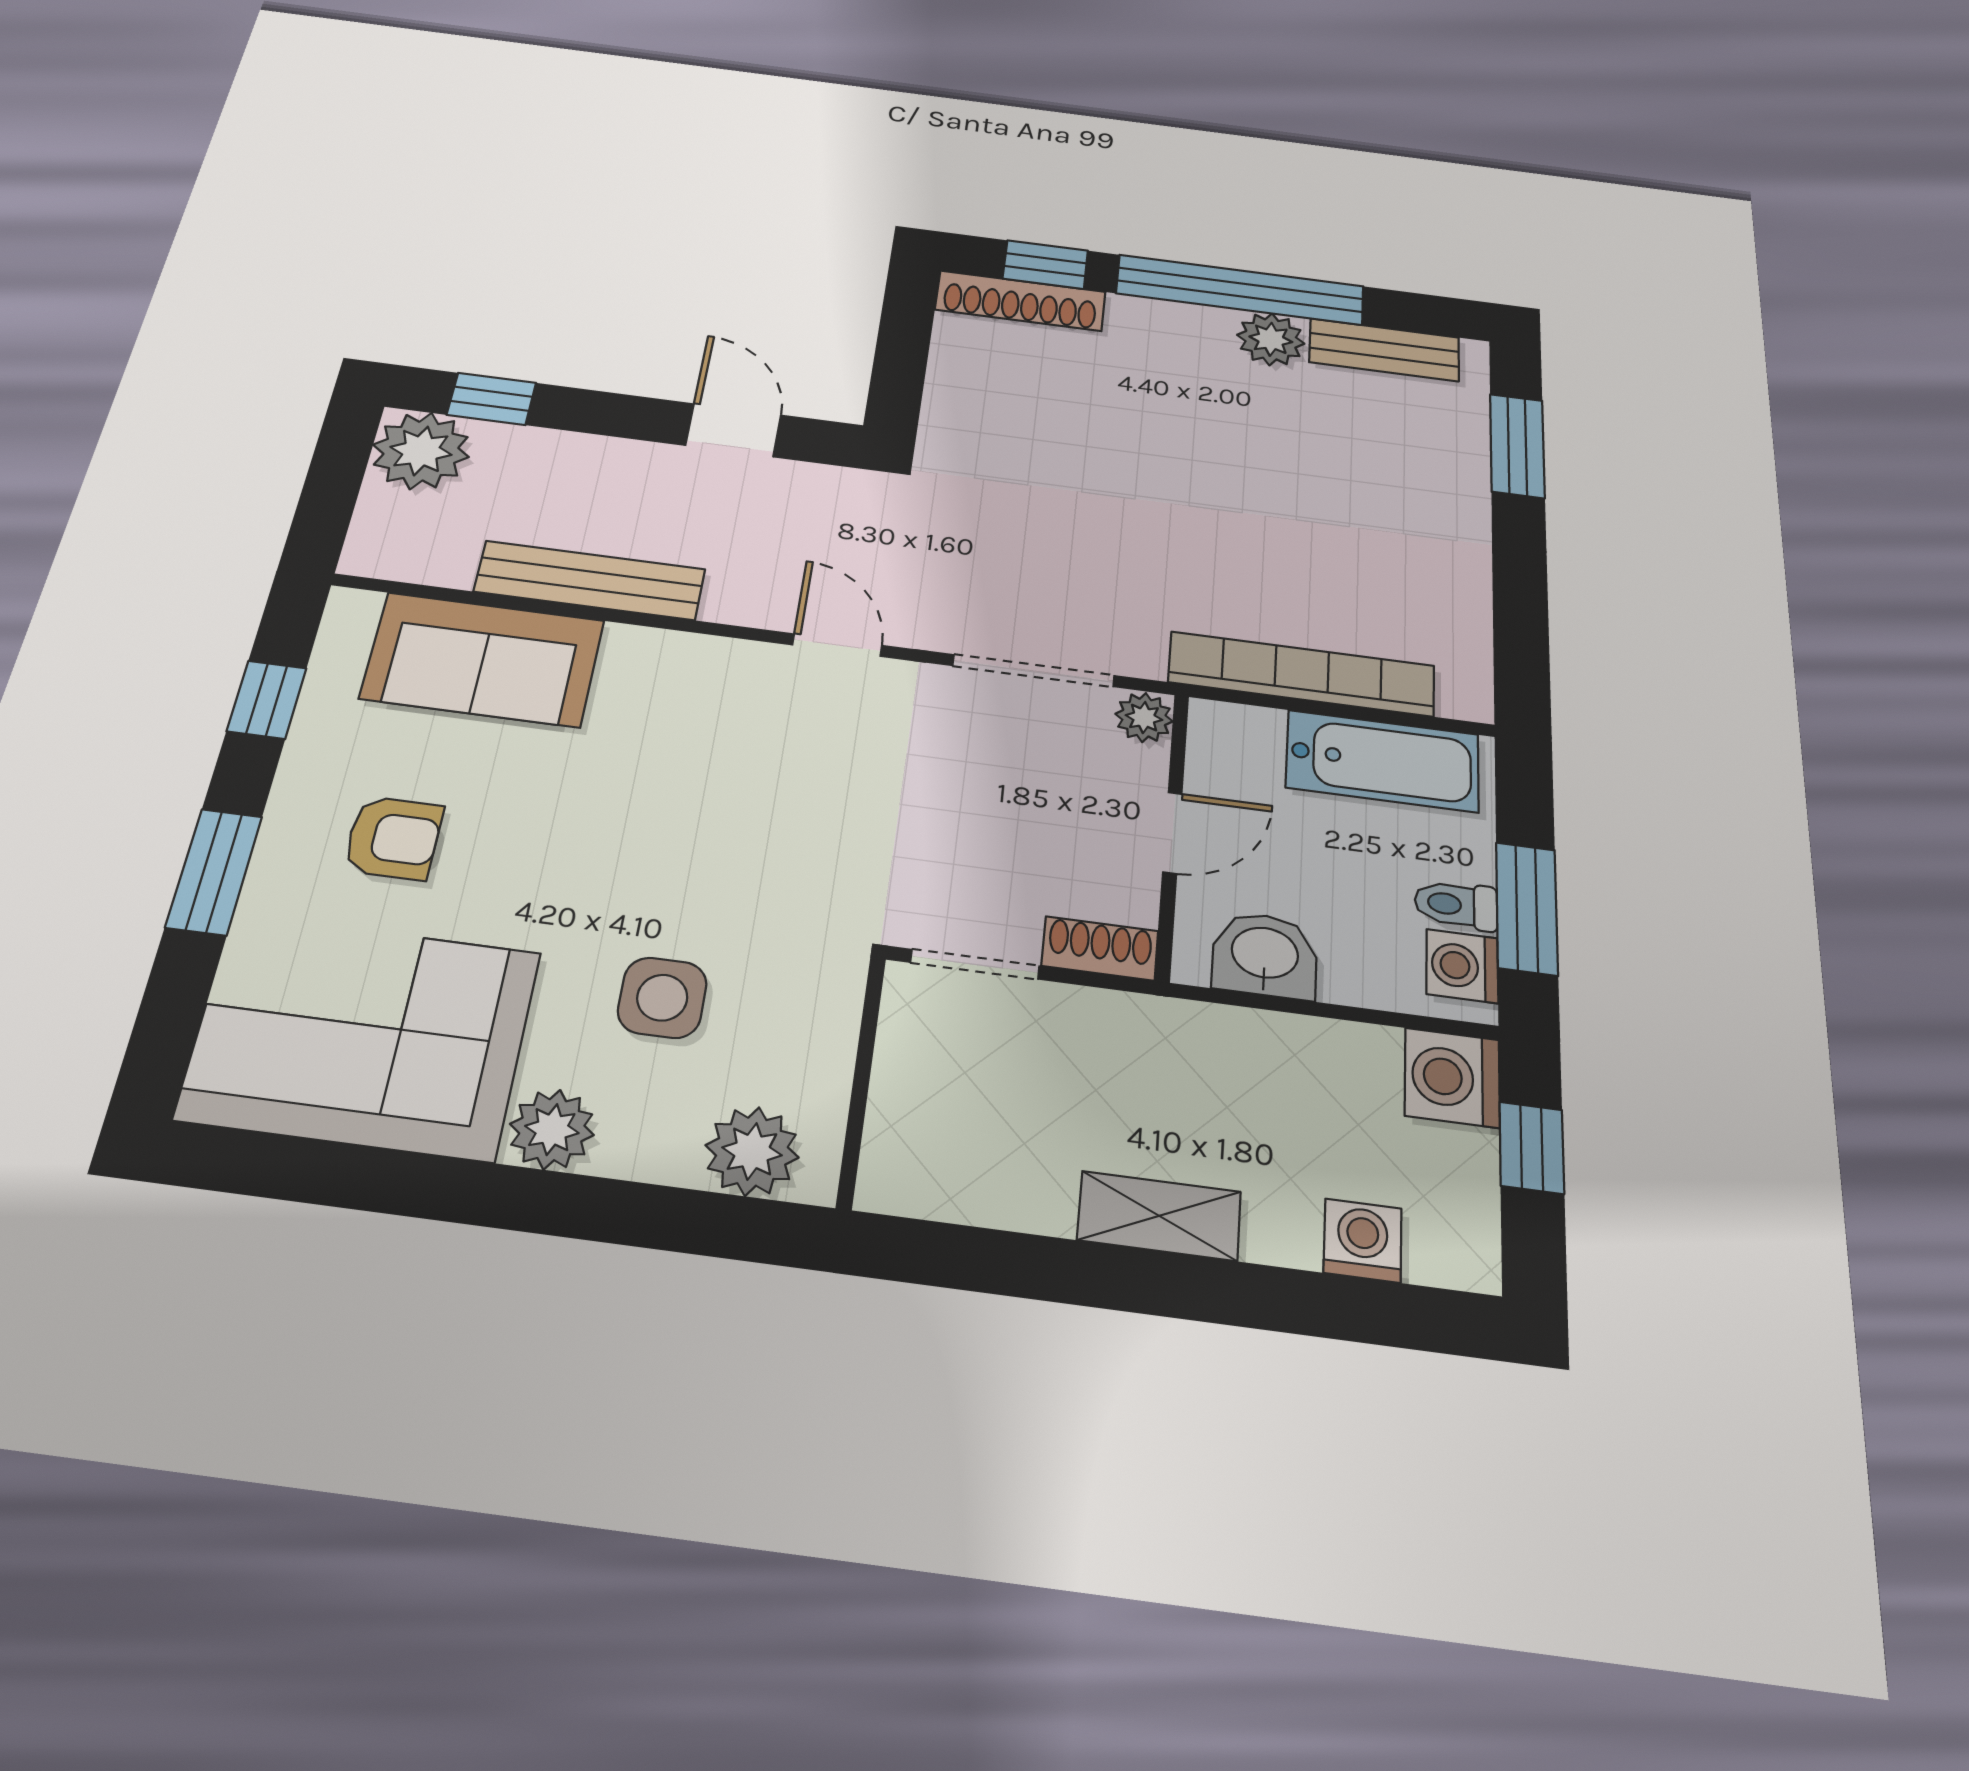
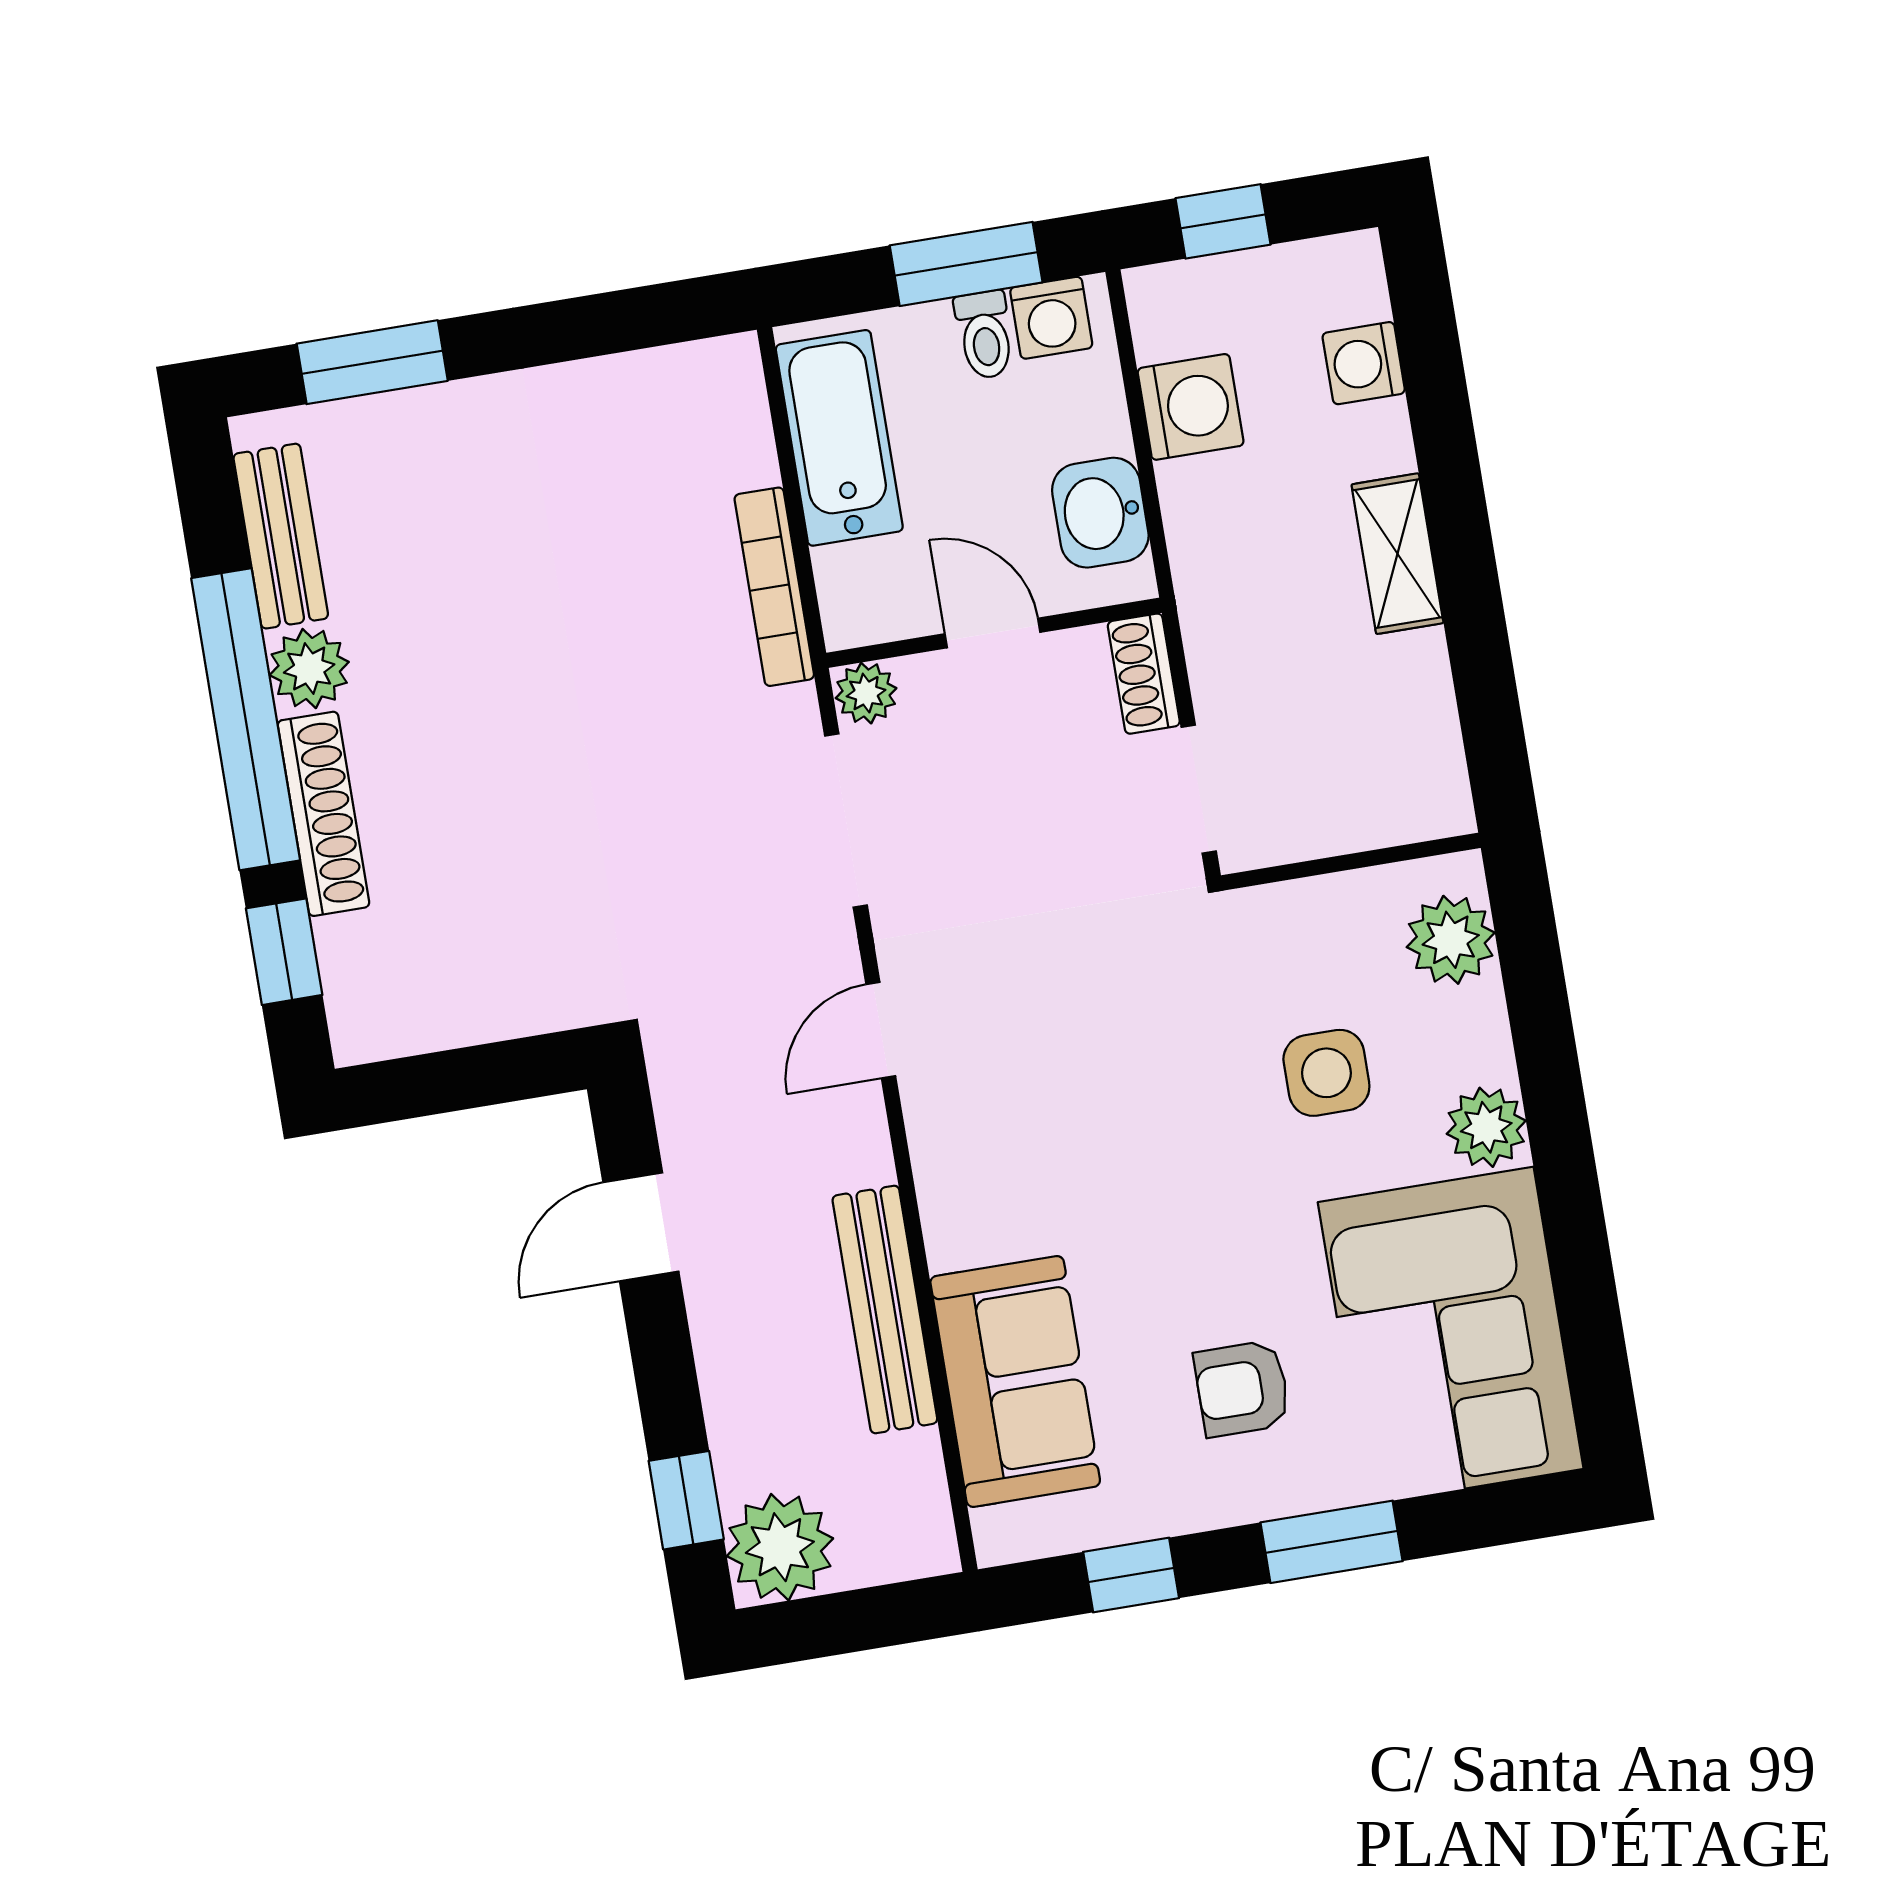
shoe rack: (1020, 301) -> (323, 814), moved
bookcase: (1302, 674) -> (774, 587), width x0.68, depth x0.76
armchair: (393, 838) -> (1242, 1389), turned -90
washing machine: (1452, 1078) -> (1191, 407), moved, turned -90

